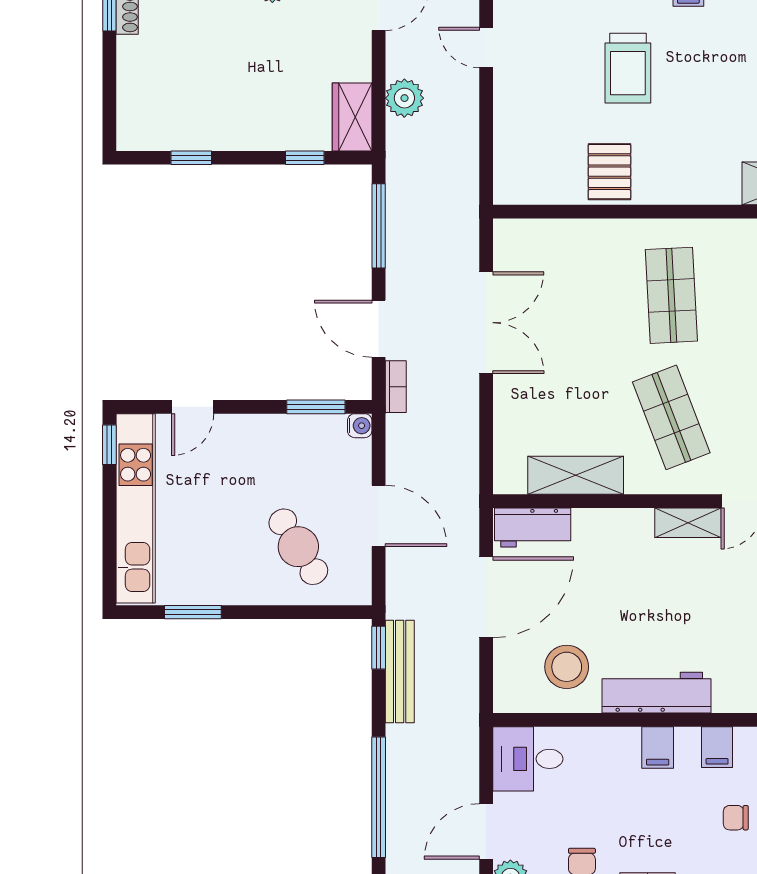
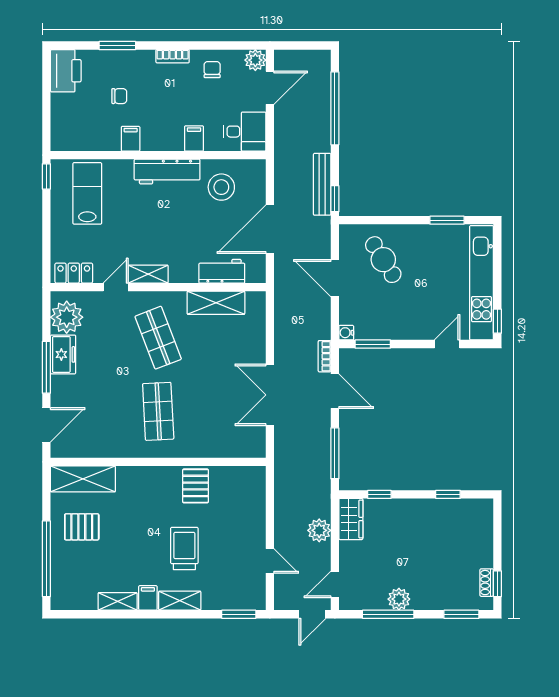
workbench: (533, 527) -> (222, 271), moved
filing cabinet: (658, 747) -> (194, 138), moved

